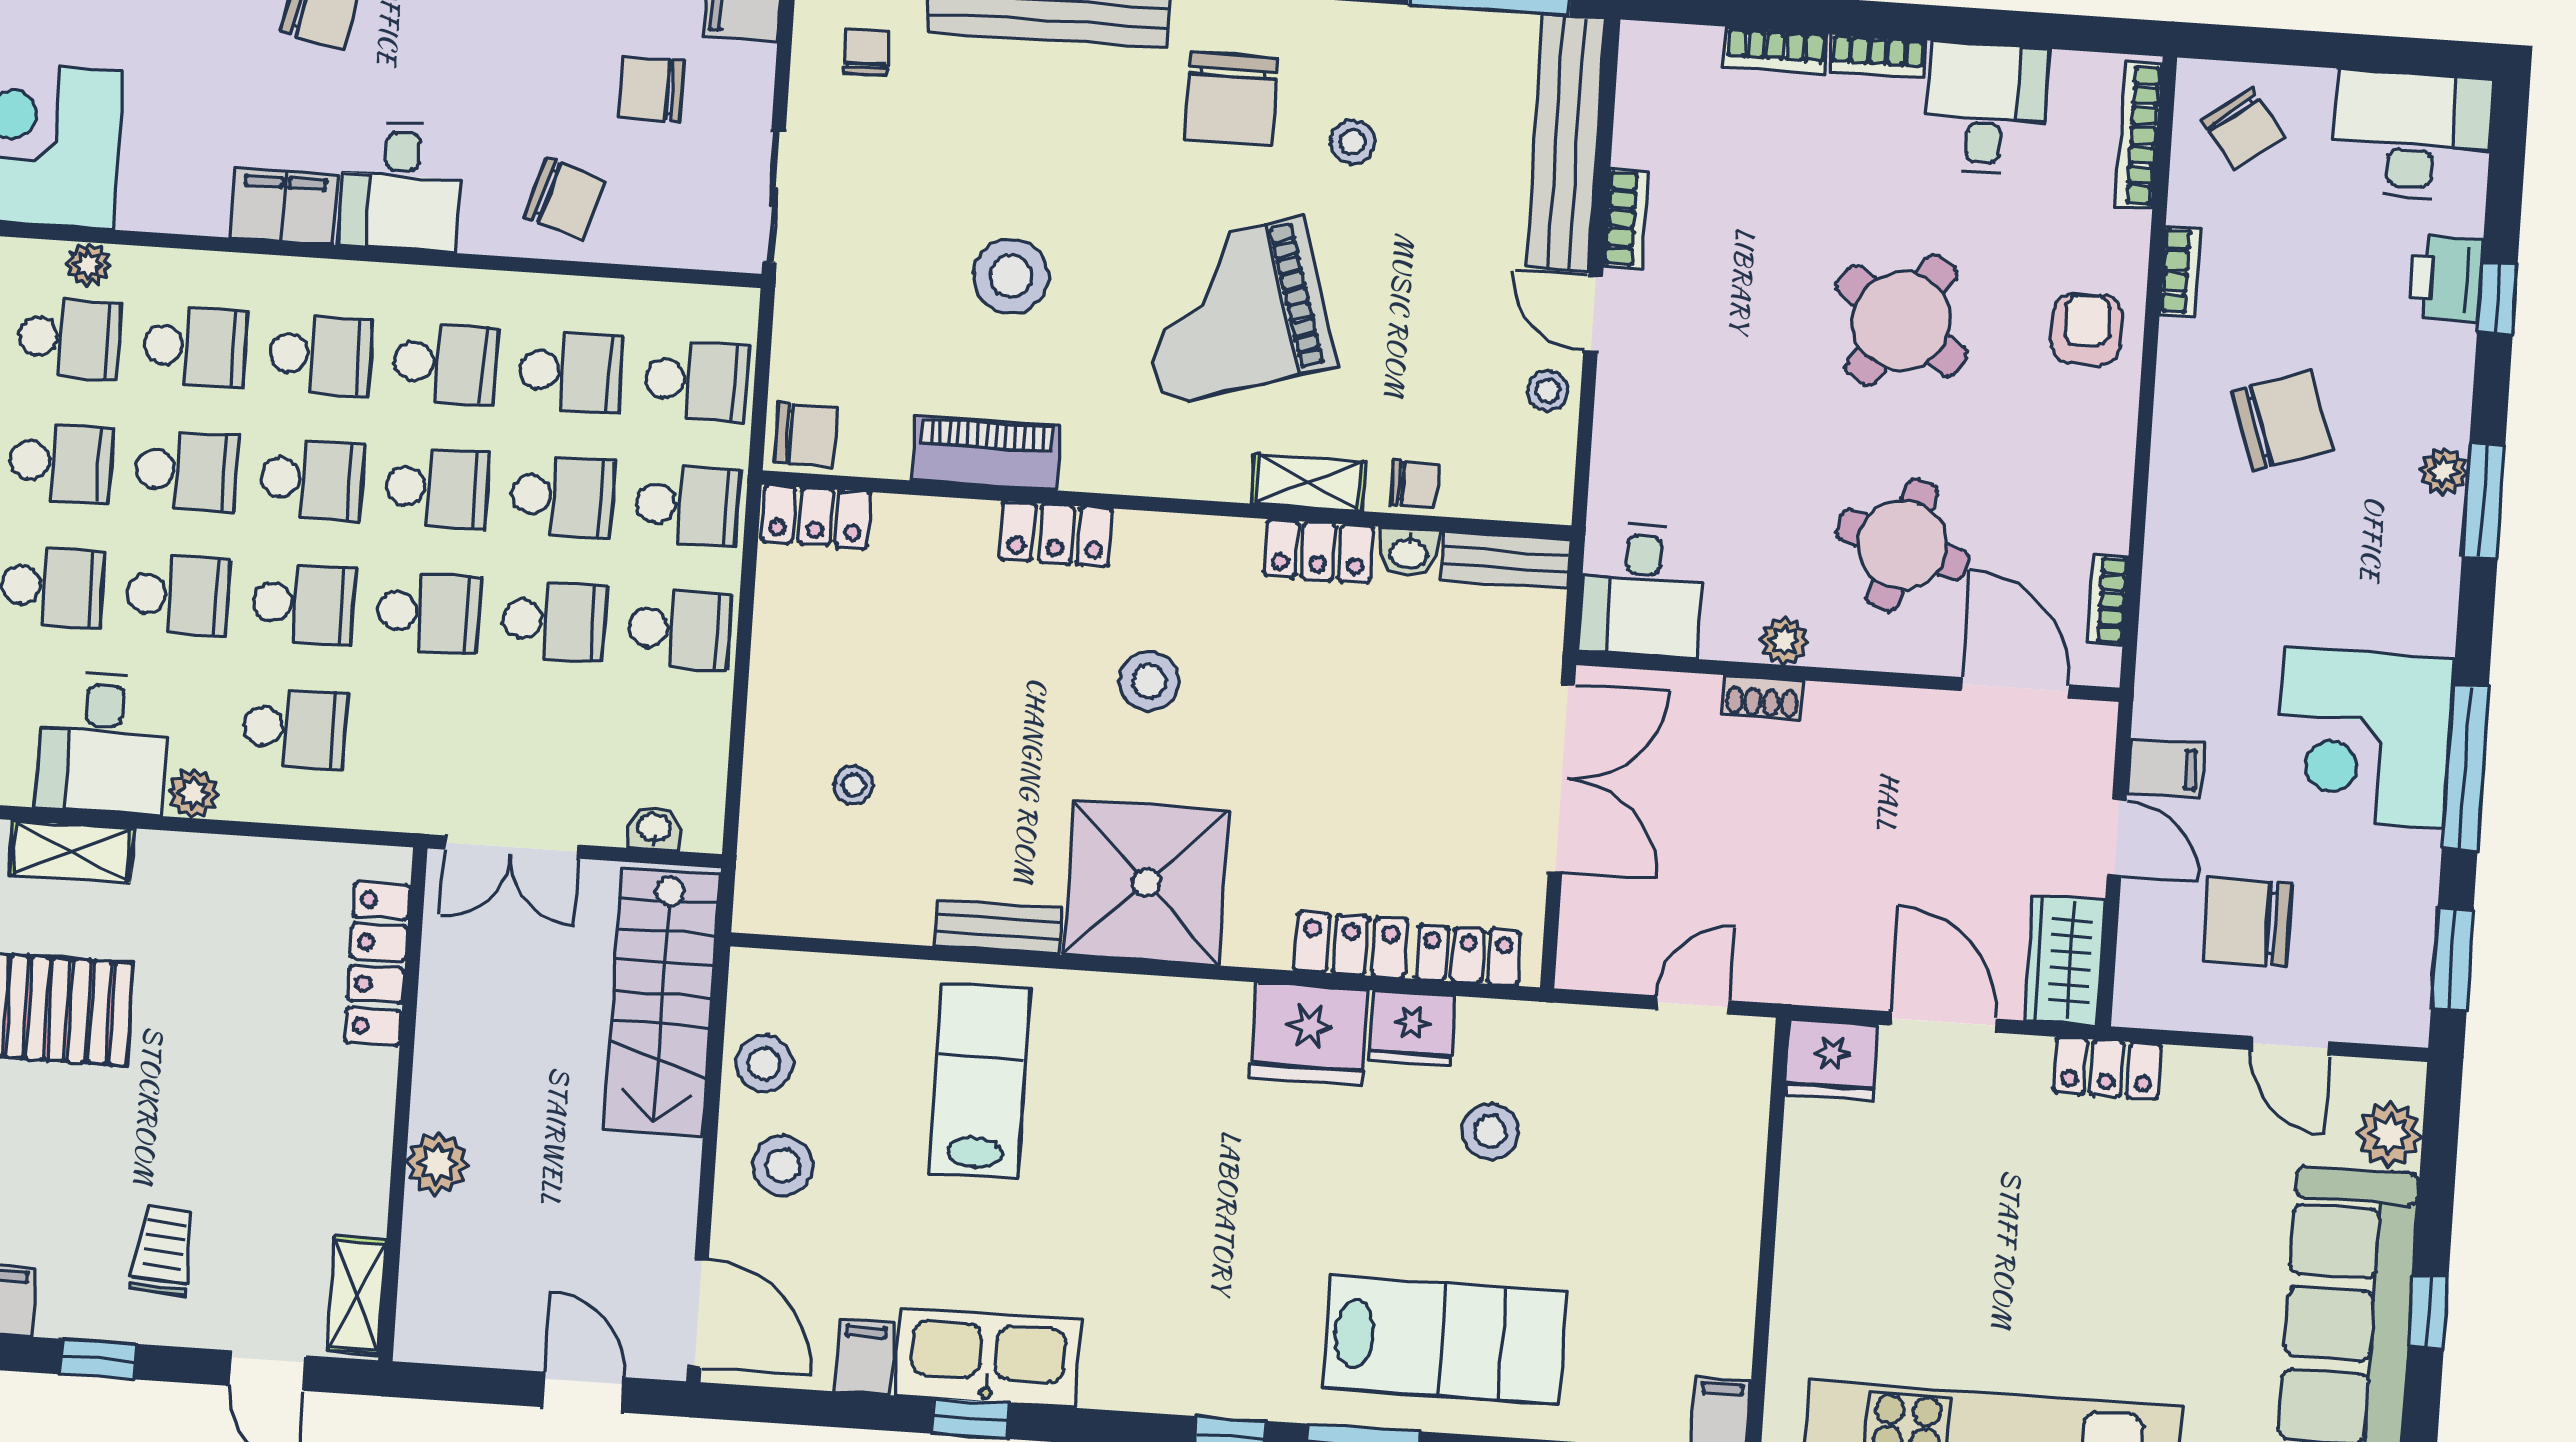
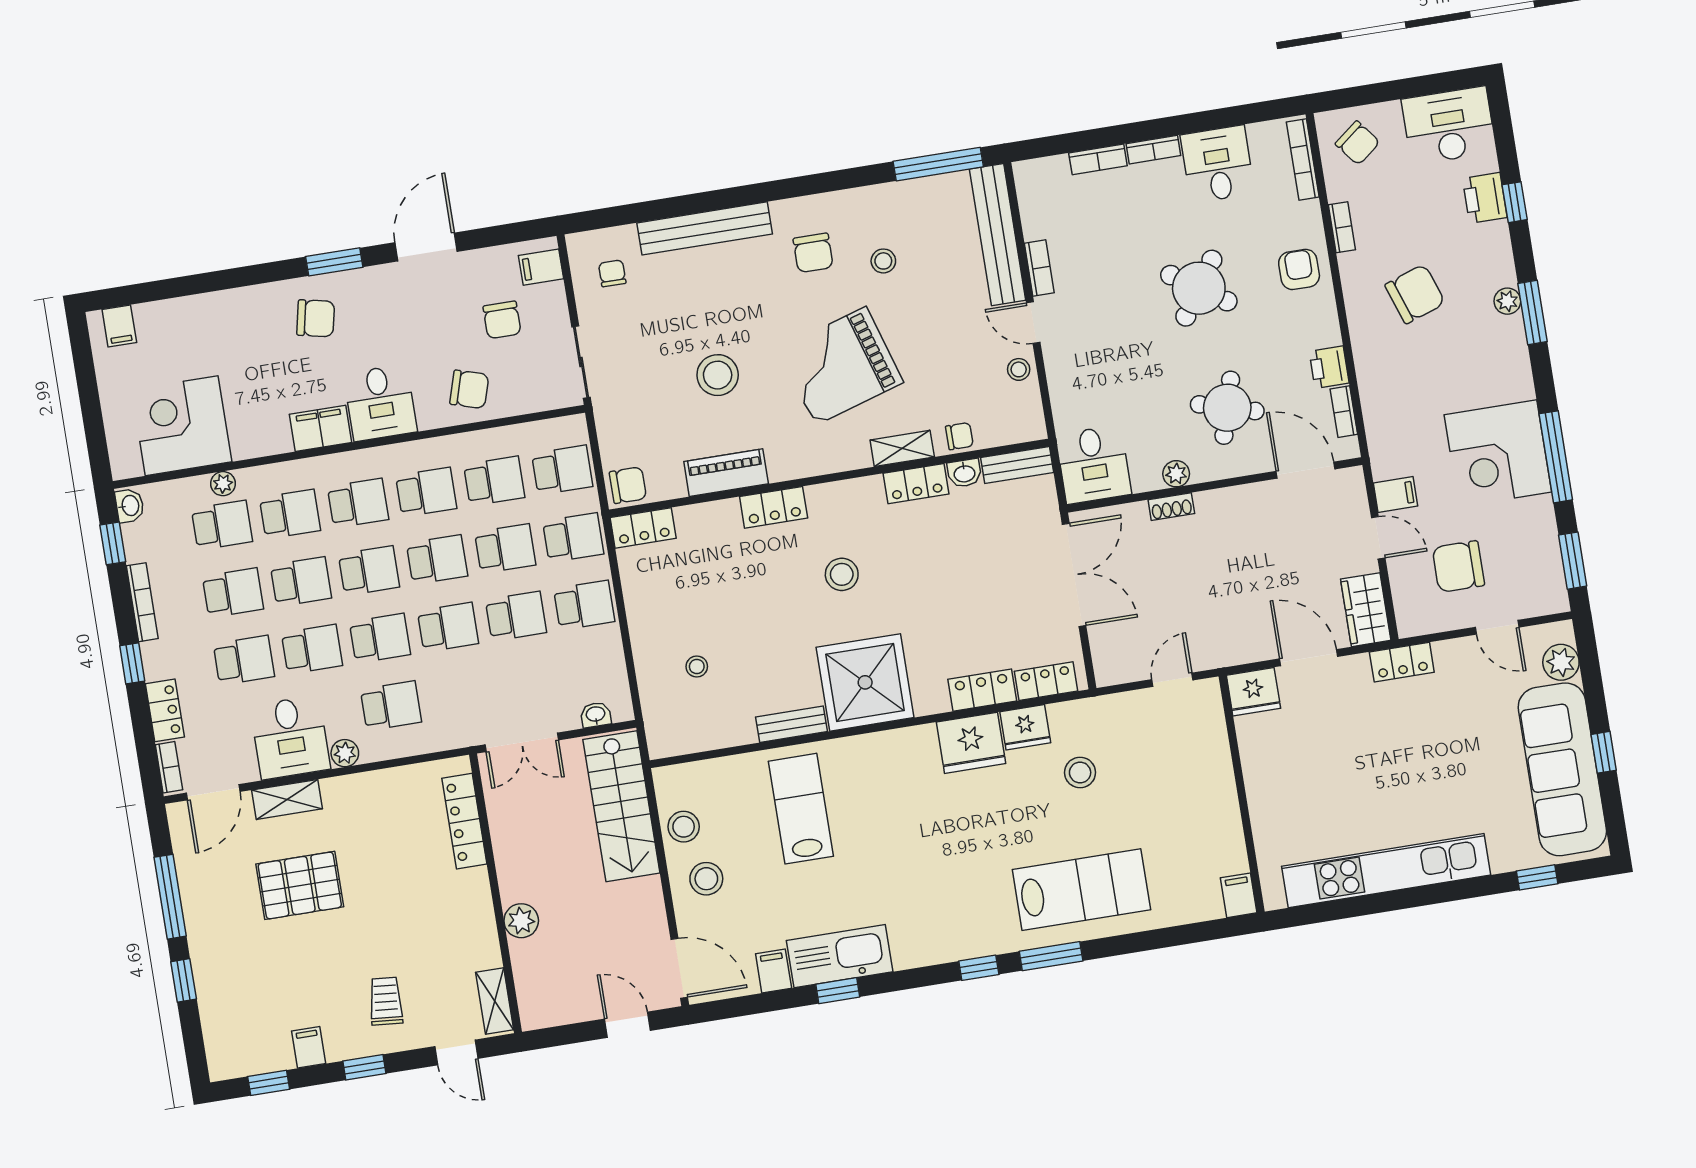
chair: (651, 89) -> (502, 320), turned -90
chair: (1231, 99) -> (813, 253), width x0.73, depth x0.73
printer: (2100, 515) -> (1329, 367), added

